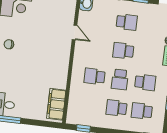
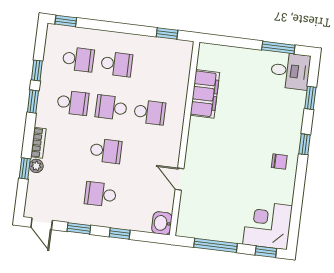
school desk: (120, 79) -> (111, 107), turned -90
school desk: (145, 82) -> (73, 103), turned 180
filing cabinet: (56, 104) -> (205, 94), moved

